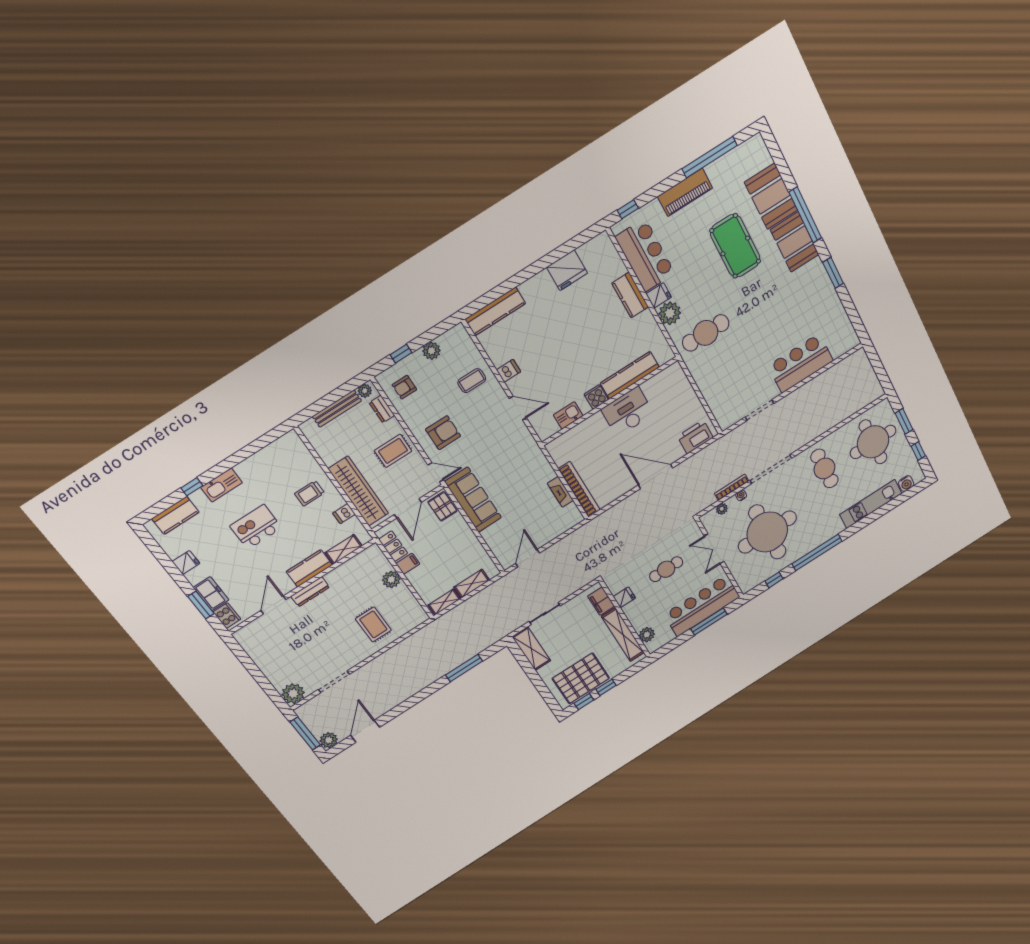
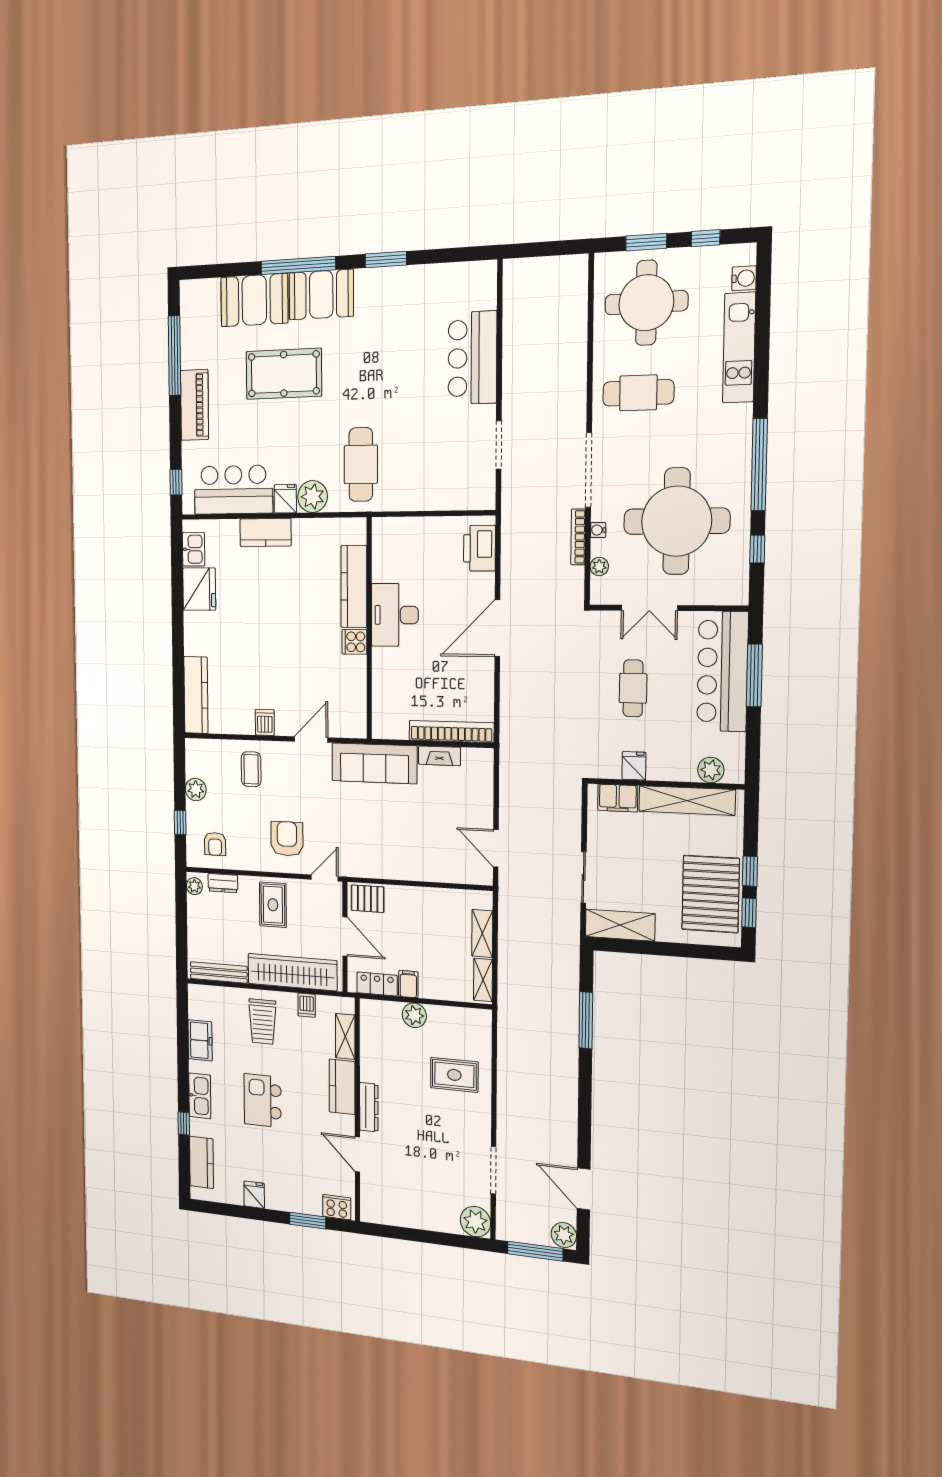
bench: (337, 409) -> (219, 972), moved, turned 90
kitchen sink: (568, 415) -> (194, 549), moved, turned 180
trolley: (309, 493) -> (263, 1022), width x1.36, depth x1.39
sofa: (473, 500) -> (374, 763), moved, turned 180
freezer: (211, 594) -> (200, 1040), moved, turned 90

